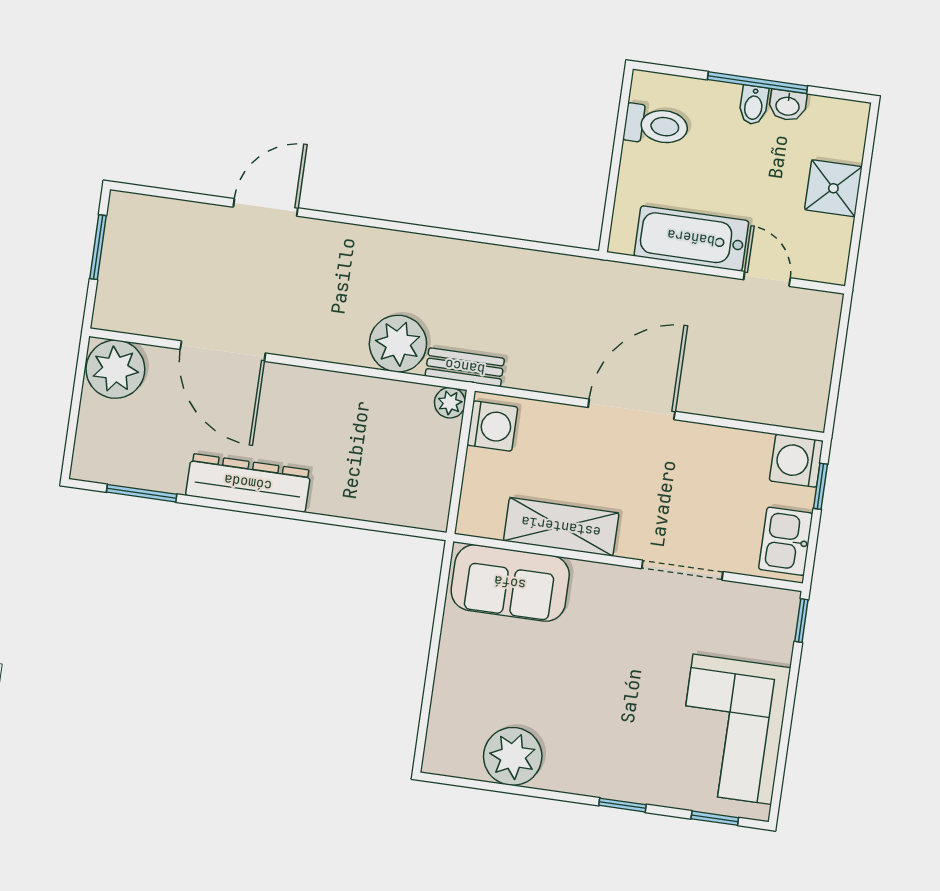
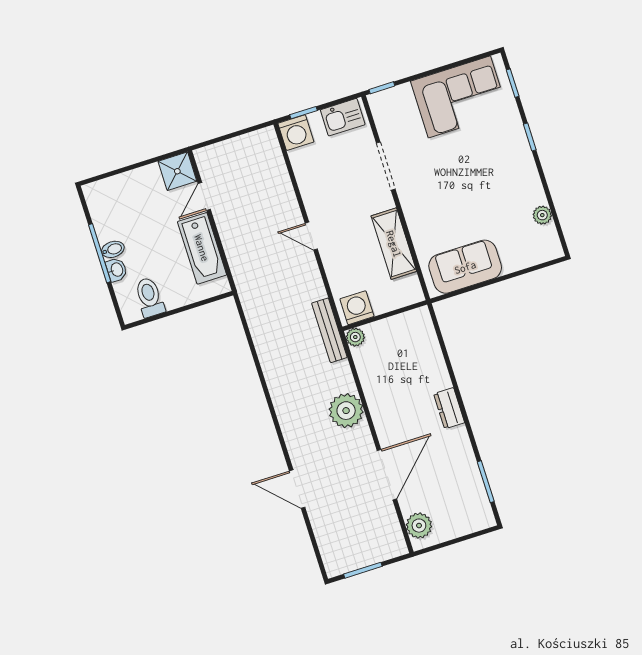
washbasin: (788, 105) -> (116, 270), moved
shower: (833, 188) -> (177, 171), moved
plant: (398, 344) -> (346, 411), moved
bench: (465, 367) -> (329, 330), width x1.36
plant: (115, 369) -> (419, 526), width x0.73, depth x0.73
door: (632, 409) -> (311, 236), width x0.53
dresser: (248, 483) -> (449, 408), width x0.51, depth x0.80
sofa: (510, 583) -> (465, 267), moved, turned -90
plant: (513, 756) -> (542, 215), width x0.53, depth x0.53

